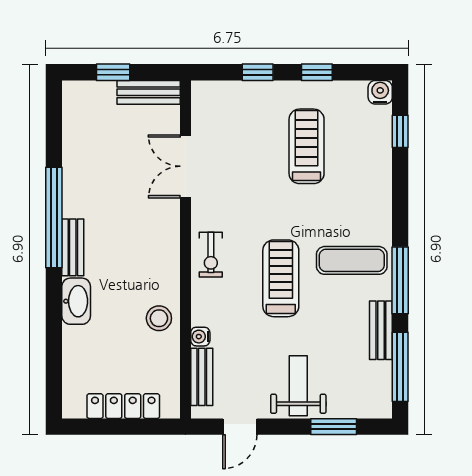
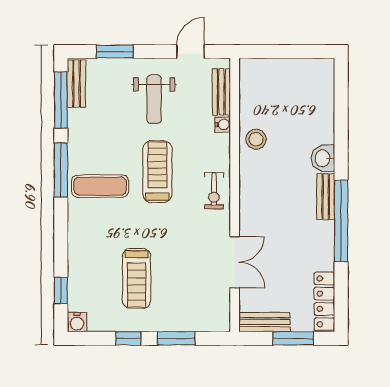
window: (113, 72) -> (293, 338), width x1.50
window: (258, 72) -> (176, 338), width x1.50
exercise bike: (211, 255) -> (214, 191), turned 180
treadmill: (281, 278) -> (157, 172), turned 180
washbasin: (76, 301) -> (323, 158), width x0.72
bench: (381, 330) -> (76, 84), moved
weight bench: (298, 386) -> (154, 99), moved
locker: (123, 406) -> (324, 301), moved, turned 90

